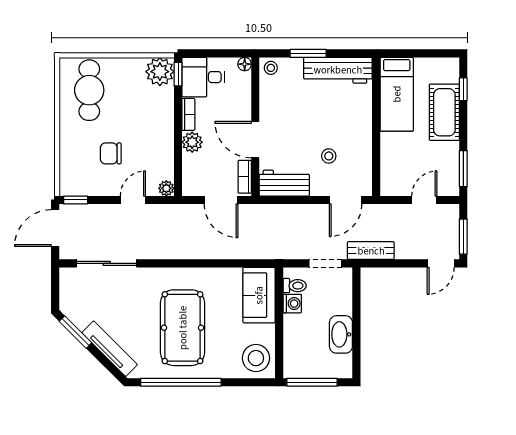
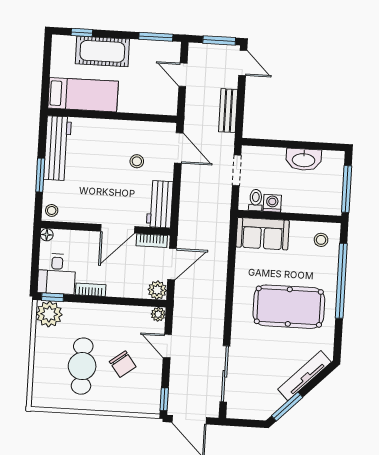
cafe table: (89, 90) -> (82, 366), moved, turned 90
plant: (192, 142) -> (157, 290), moved
chair: (111, 153) -> (123, 364), turned -37
bench: (371, 251) -> (228, 111), moved
stool: (256, 358) -> (321, 240), width x0.53, depth x0.53
window: (181, 382) -> (341, 281), moved

